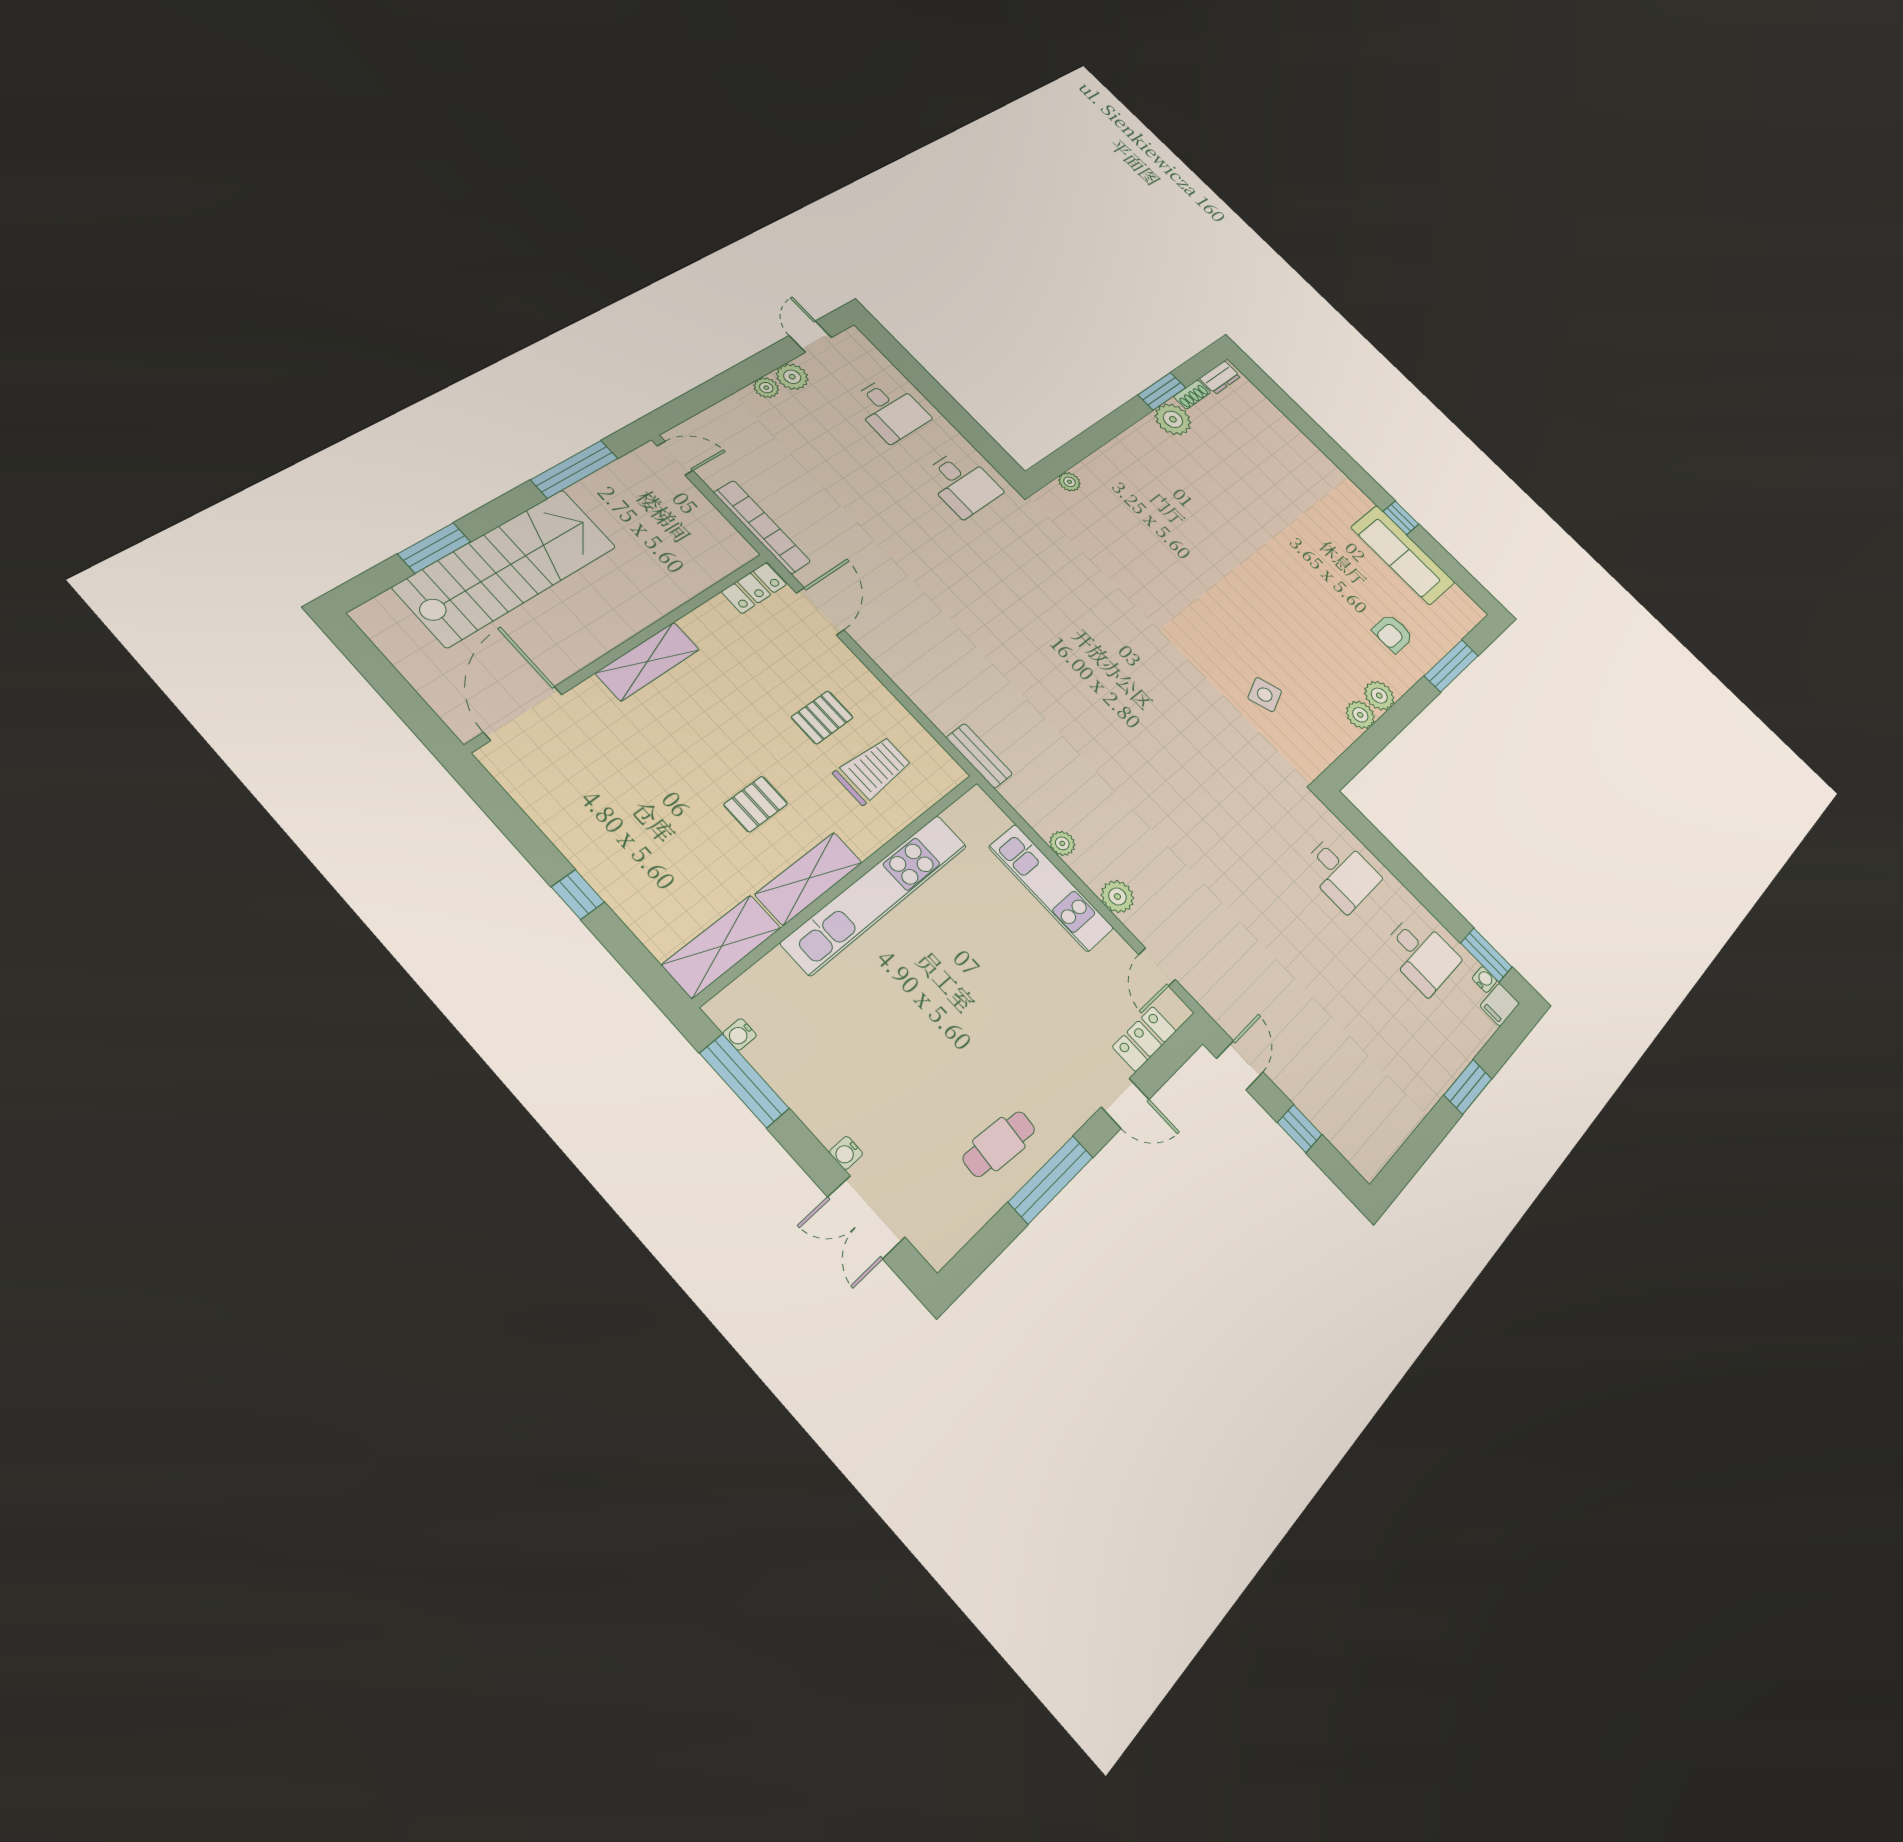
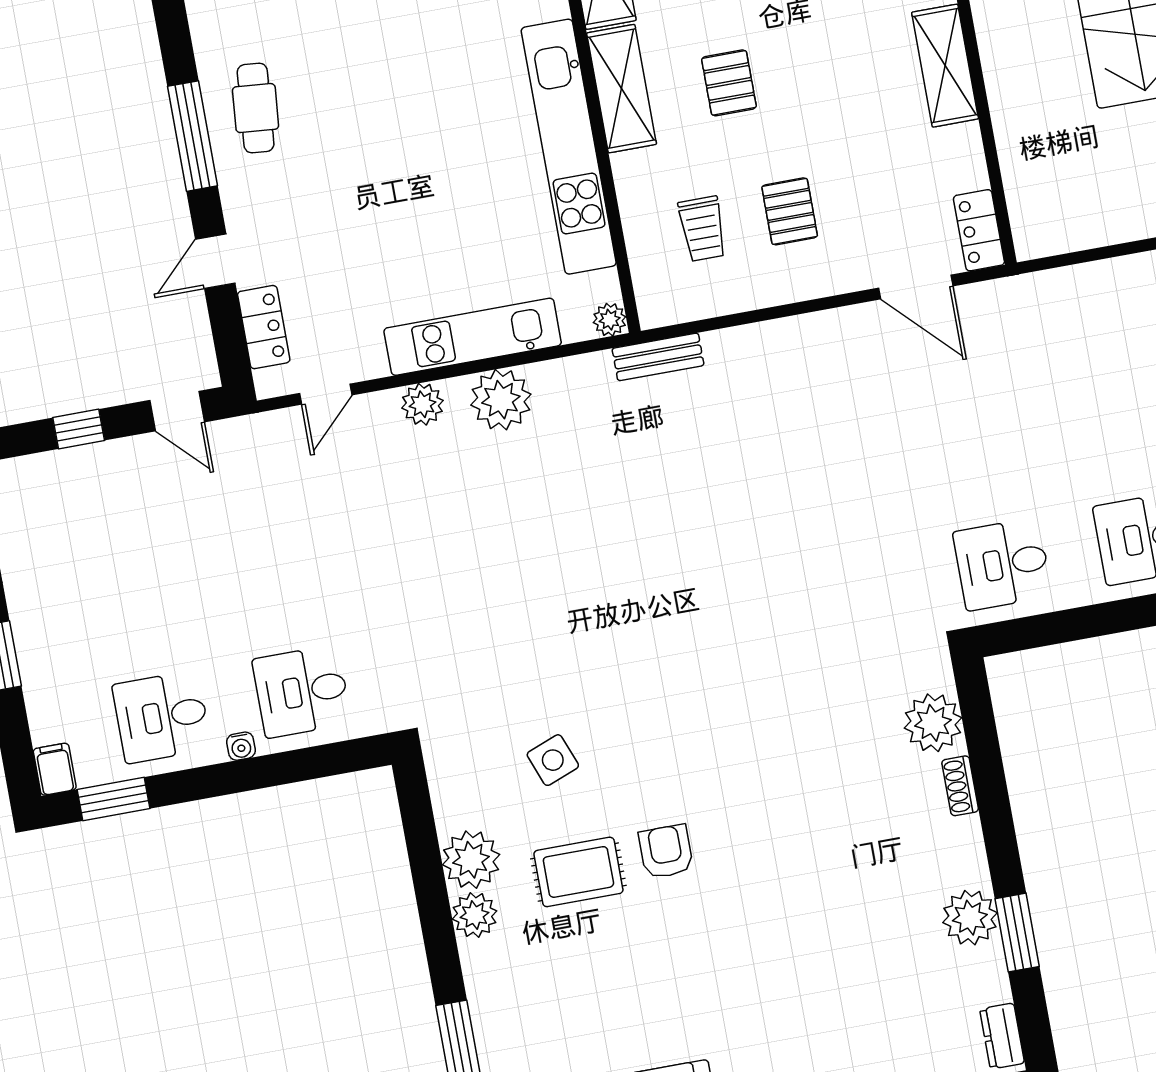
shoe rack: (1192, 394) -> (960, 786), moved
plant: (1069, 482) -> (933, 723), width x1.88, depth x1.88
bookcase: (762, 527) -> (1051, 285), removed
armchair: (1393, 633) -> (666, 852), moved
rug: (1312, 647) -> (578, 872), added
plant: (1360, 715) -> (471, 860), width x1.36, depth x1.36
trolley: (873, 770) -> (703, 229), width x0.73, depth x0.72
plant: (977, 801) -> (610, 320), added
plant: (1062, 843) -> (501, 400), width x1.88, depth x1.88
door: (1157, 967) -> (326, 394), swing flipped
water cooler: (1485, 979) -> (241, 746), moved

